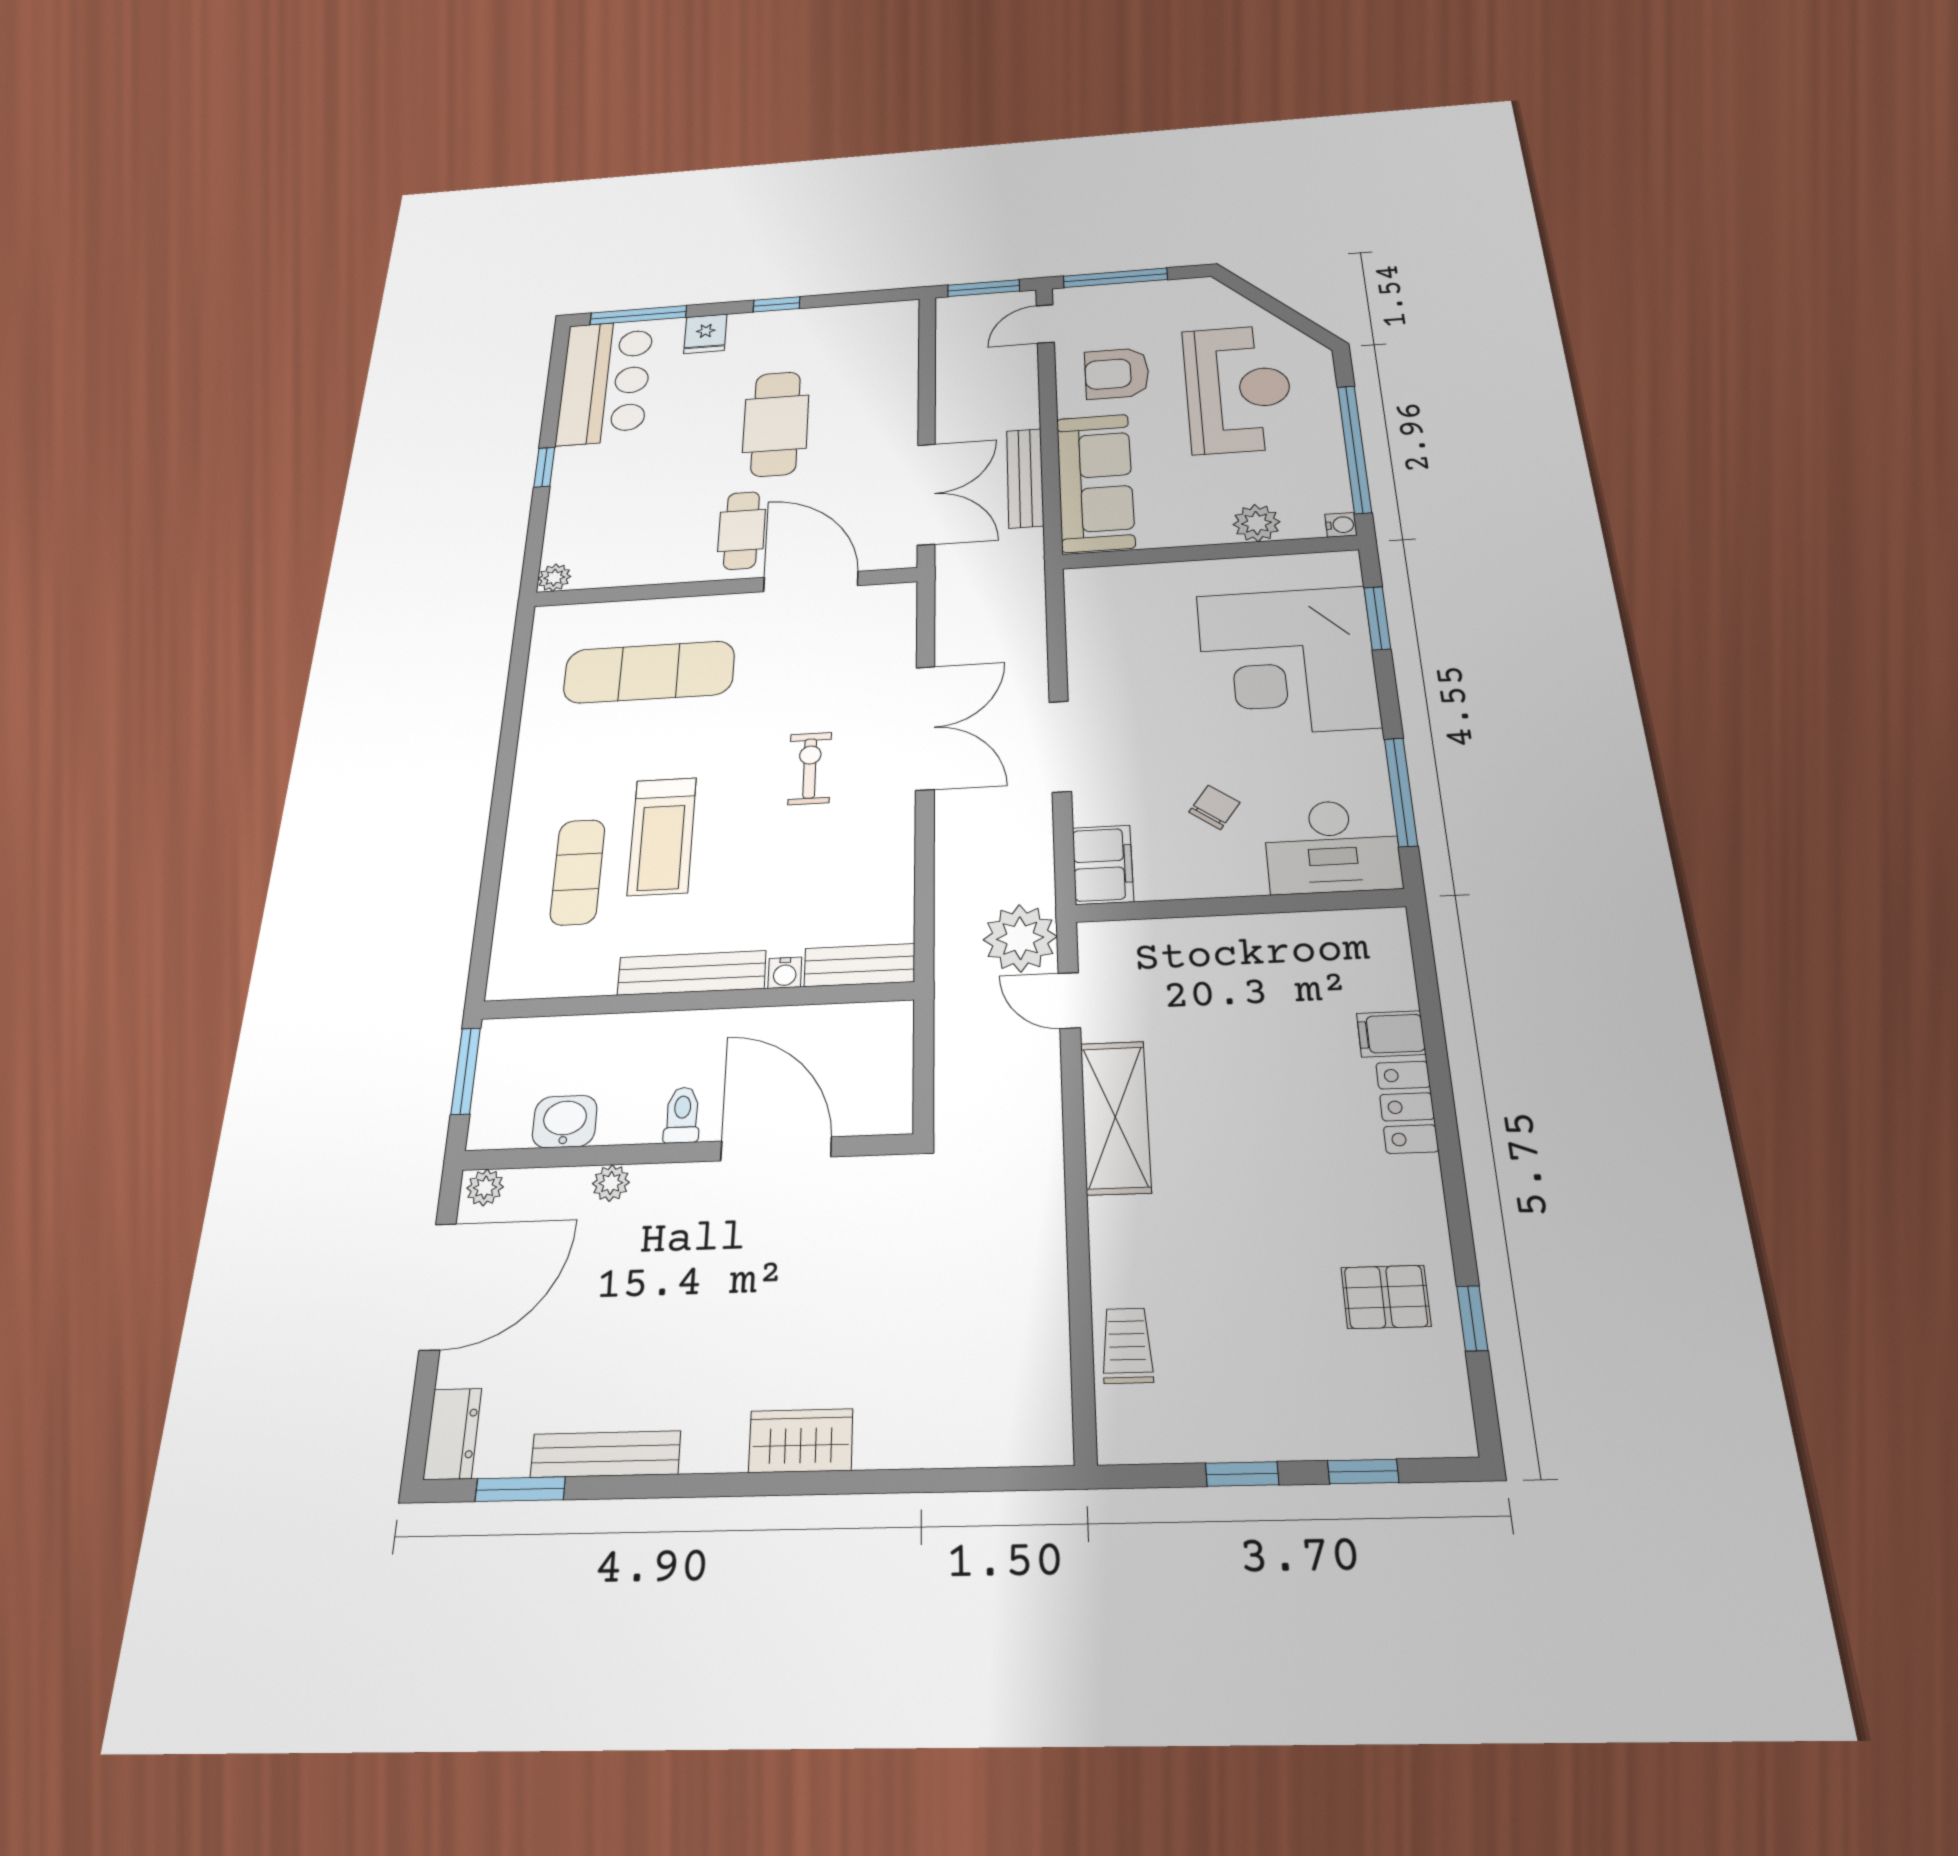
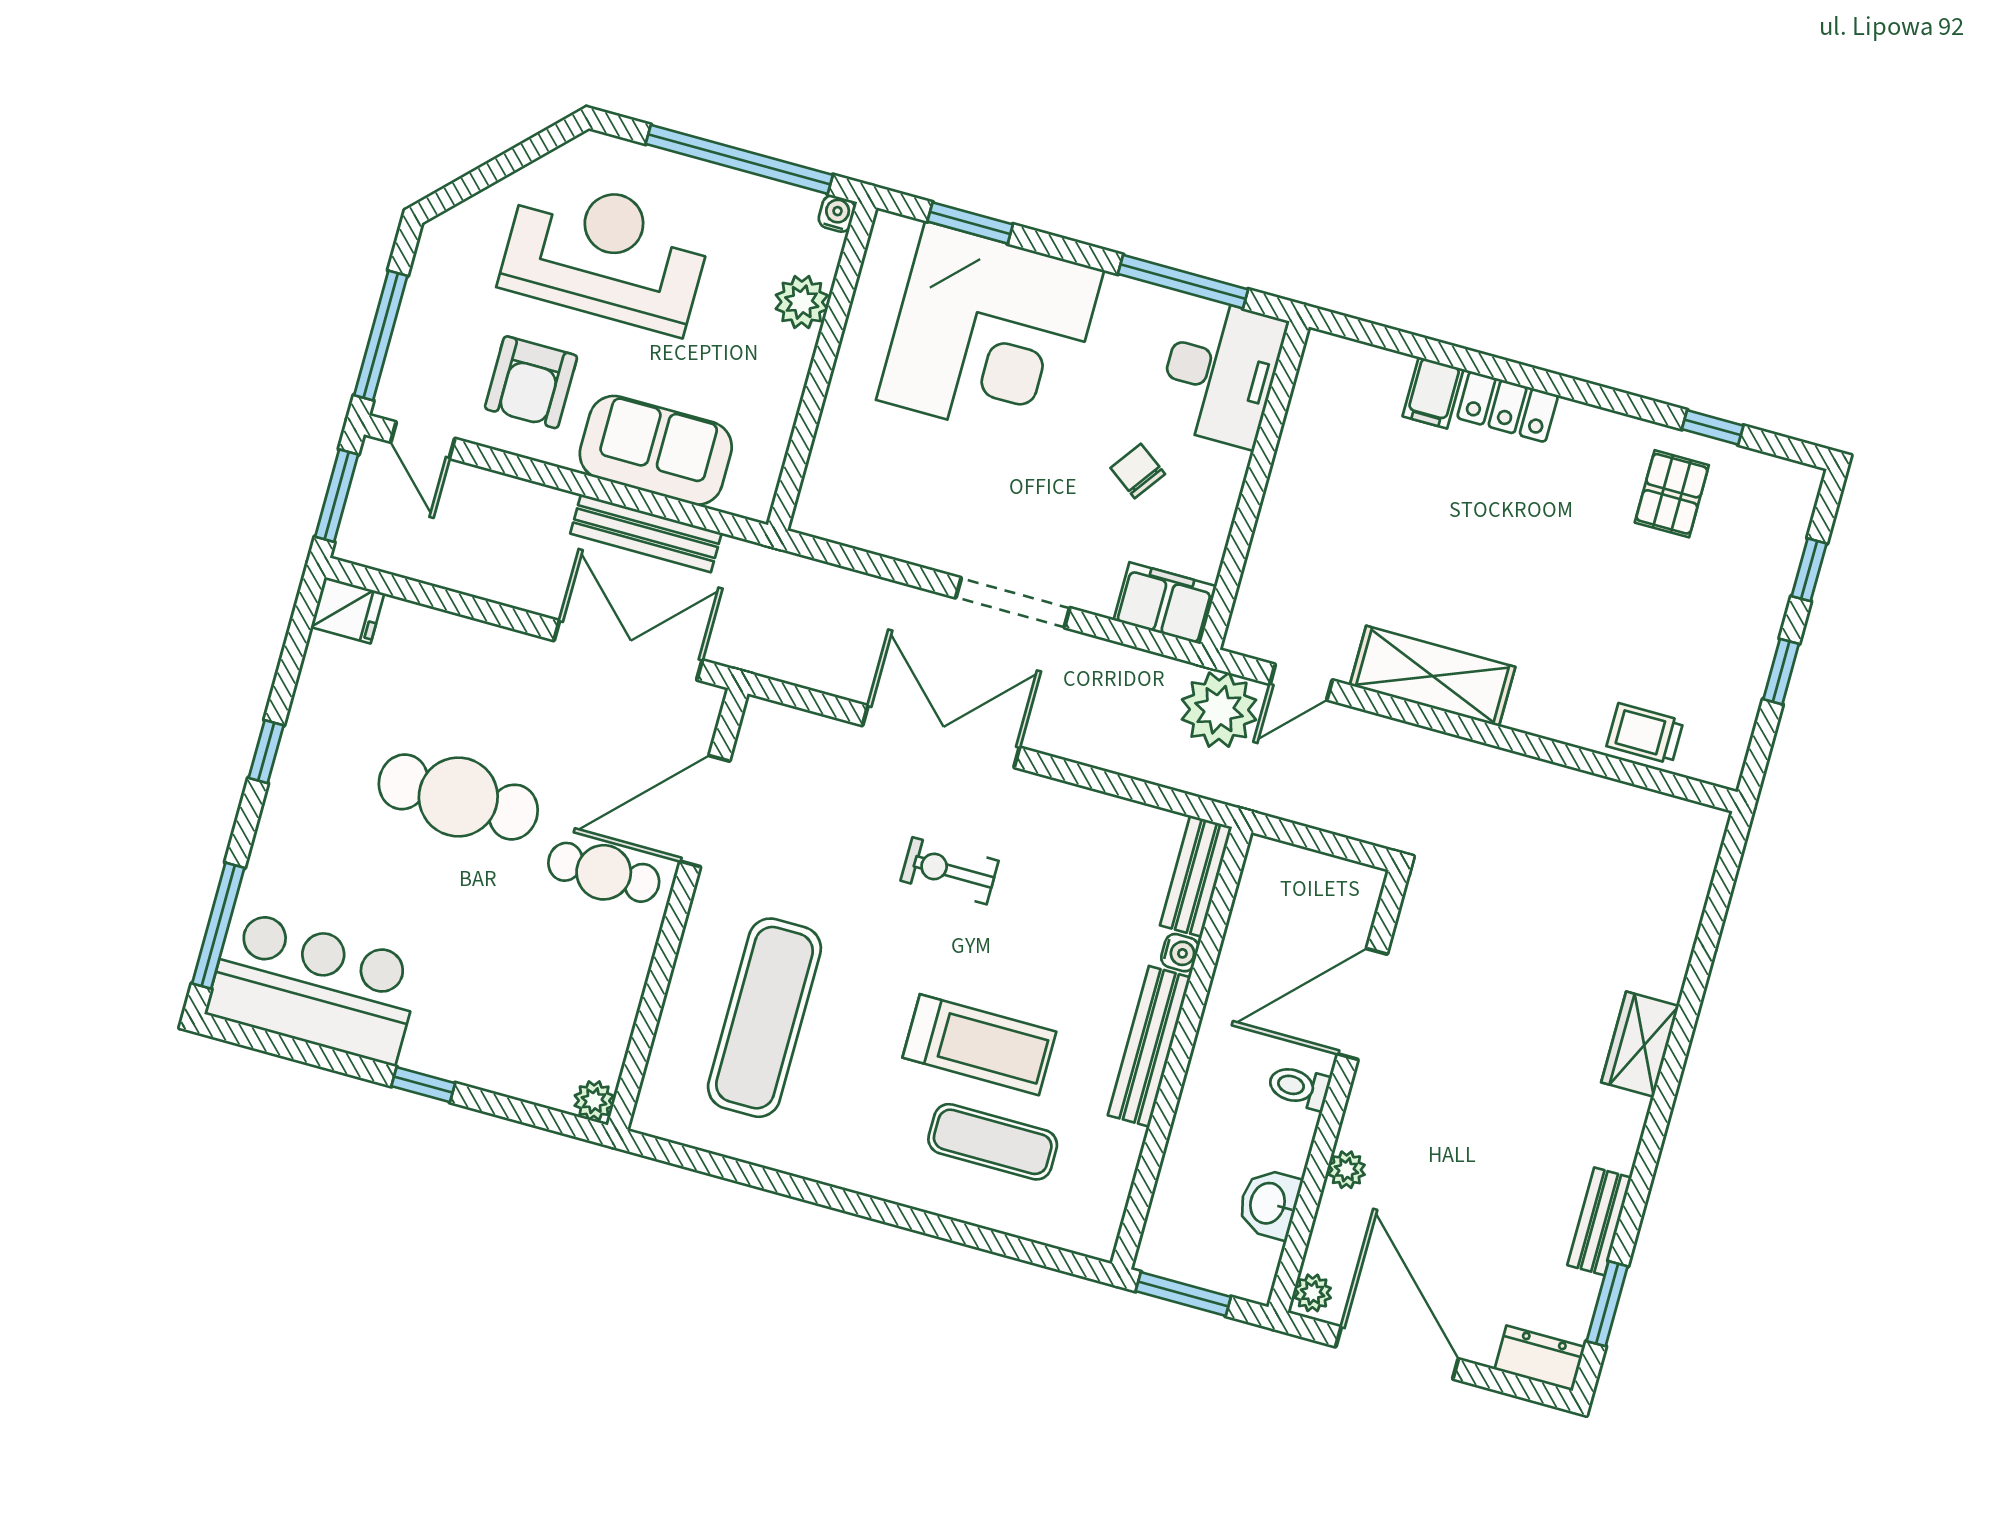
fridge: (705, 334) -> (348, 610), moved
sofa: (1095, 482) -> (656, 450), width x0.73
bench: (605, 1454) -> (1599, 1221), width x0.73

